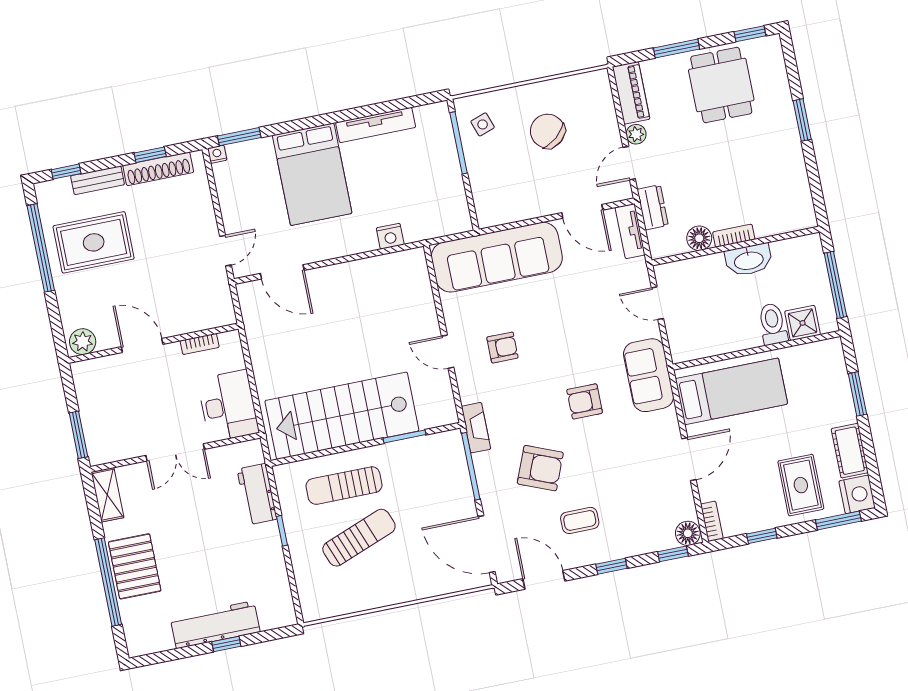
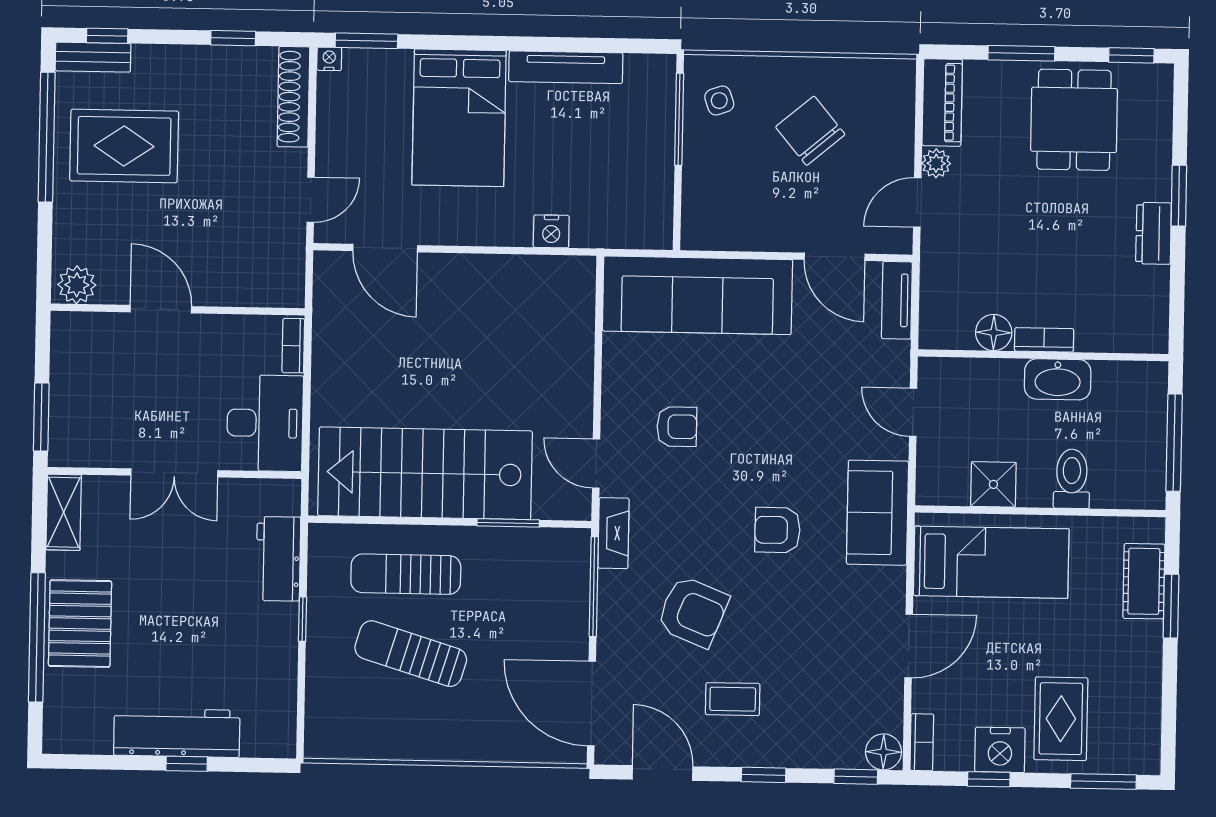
shoe rack: (158, 169) -> (293, 97), moved, turned 90
bench: (98, 180) -> (93, 57), moved
dresser: (653, 207) -> (1154, 233), moved, turned 180
shower: (803, 323) -> (993, 484), moved
bookcase: (200, 344) -> (293, 346), moved, turned 90
door: (448, 352) -> (596, 463), moved
cot: (850, 451) -> (1144, 581), moved
nightstand: (857, 494) -> (1000, 750), moved, turned 90
sun lounger: (359, 538) -> (411, 654), turned -142

